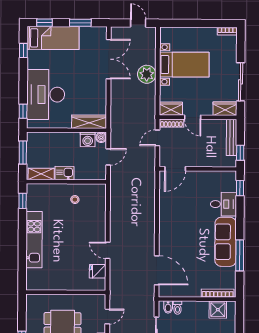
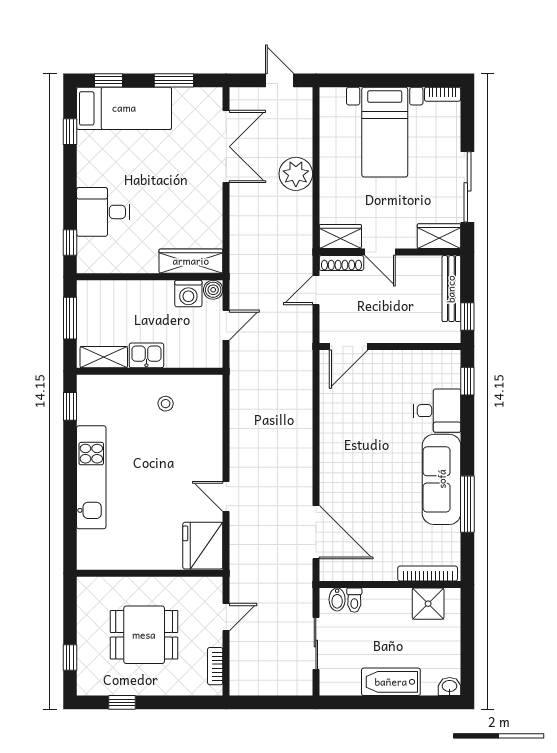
bed with nightstands: (184, 65) -> (385, 132), moved, turned 90
desk: (46, 95) -> (103, 212), width x0.53, depth x0.77
fridge: (98, 271) -> (203, 546), width x1.88, depth x1.34

